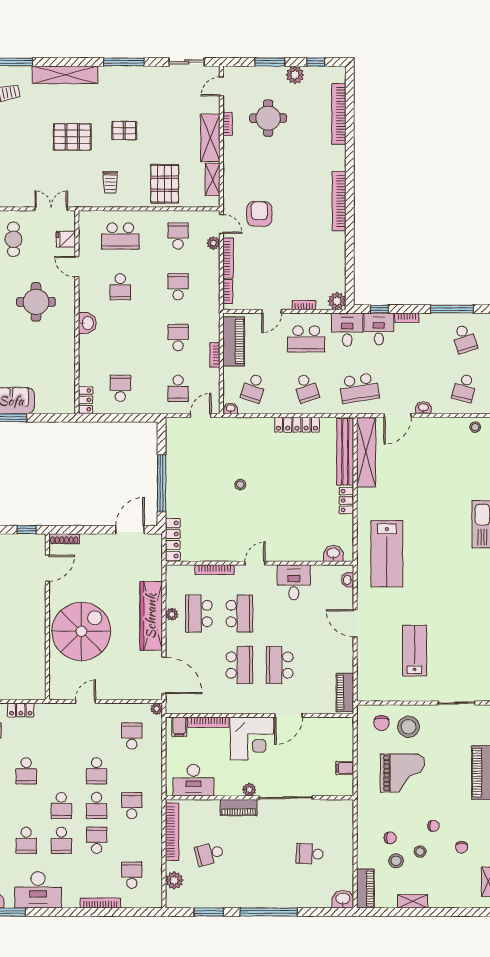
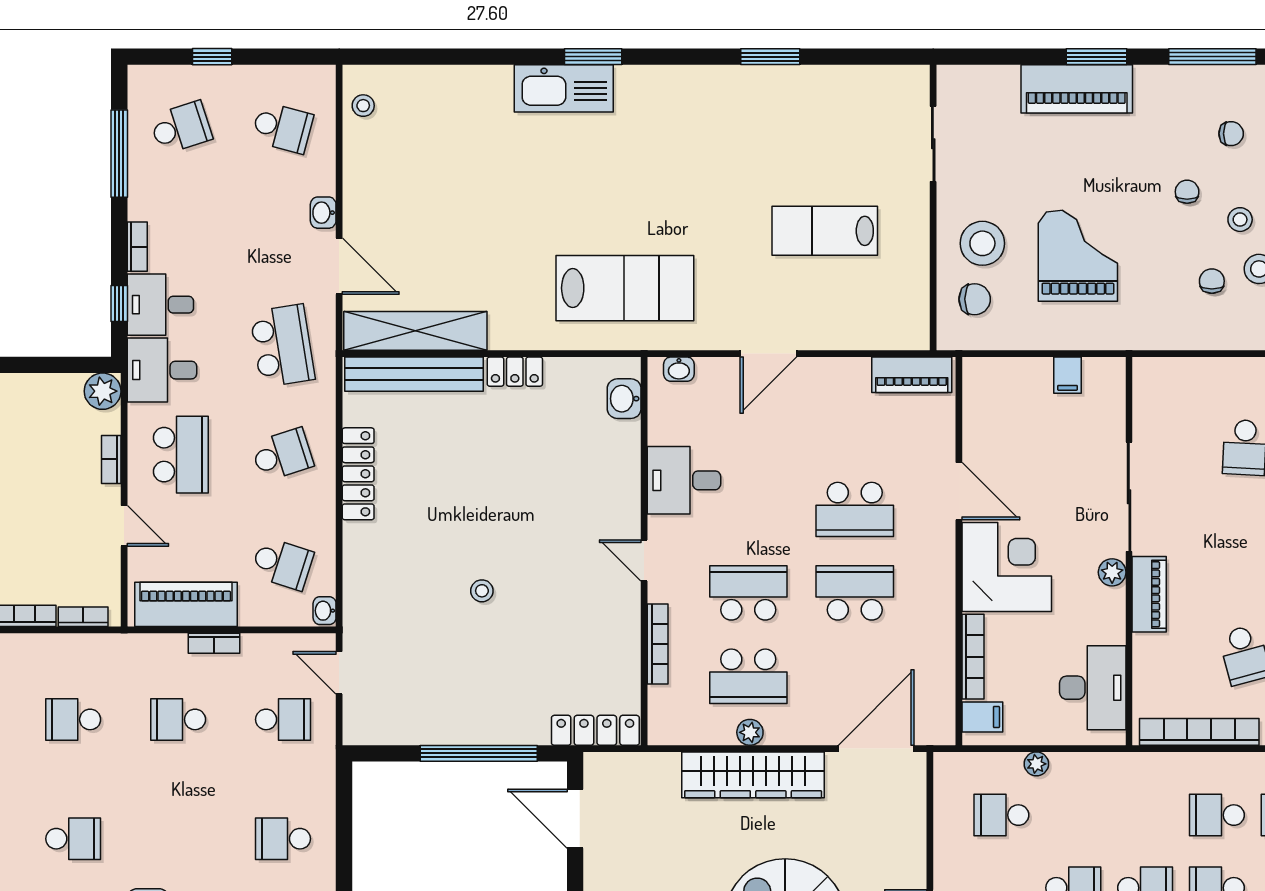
plant: (157, 709) -> (1036, 764), moved
school desk: (132, 806) -> (1217, 815), moved

